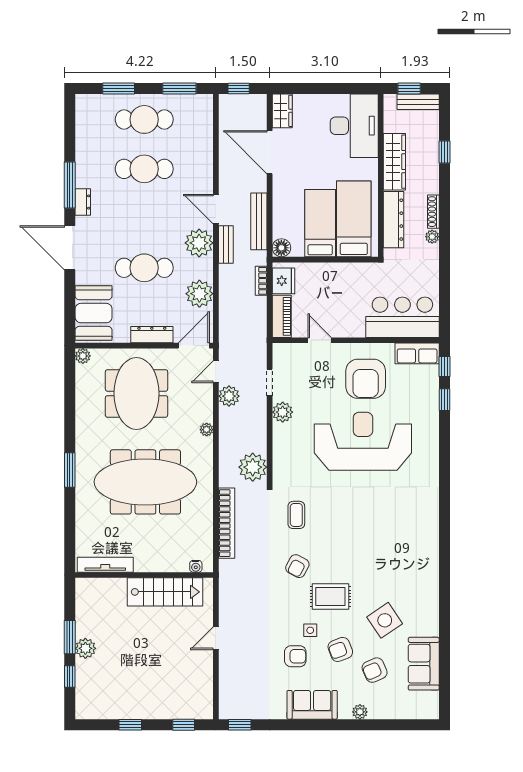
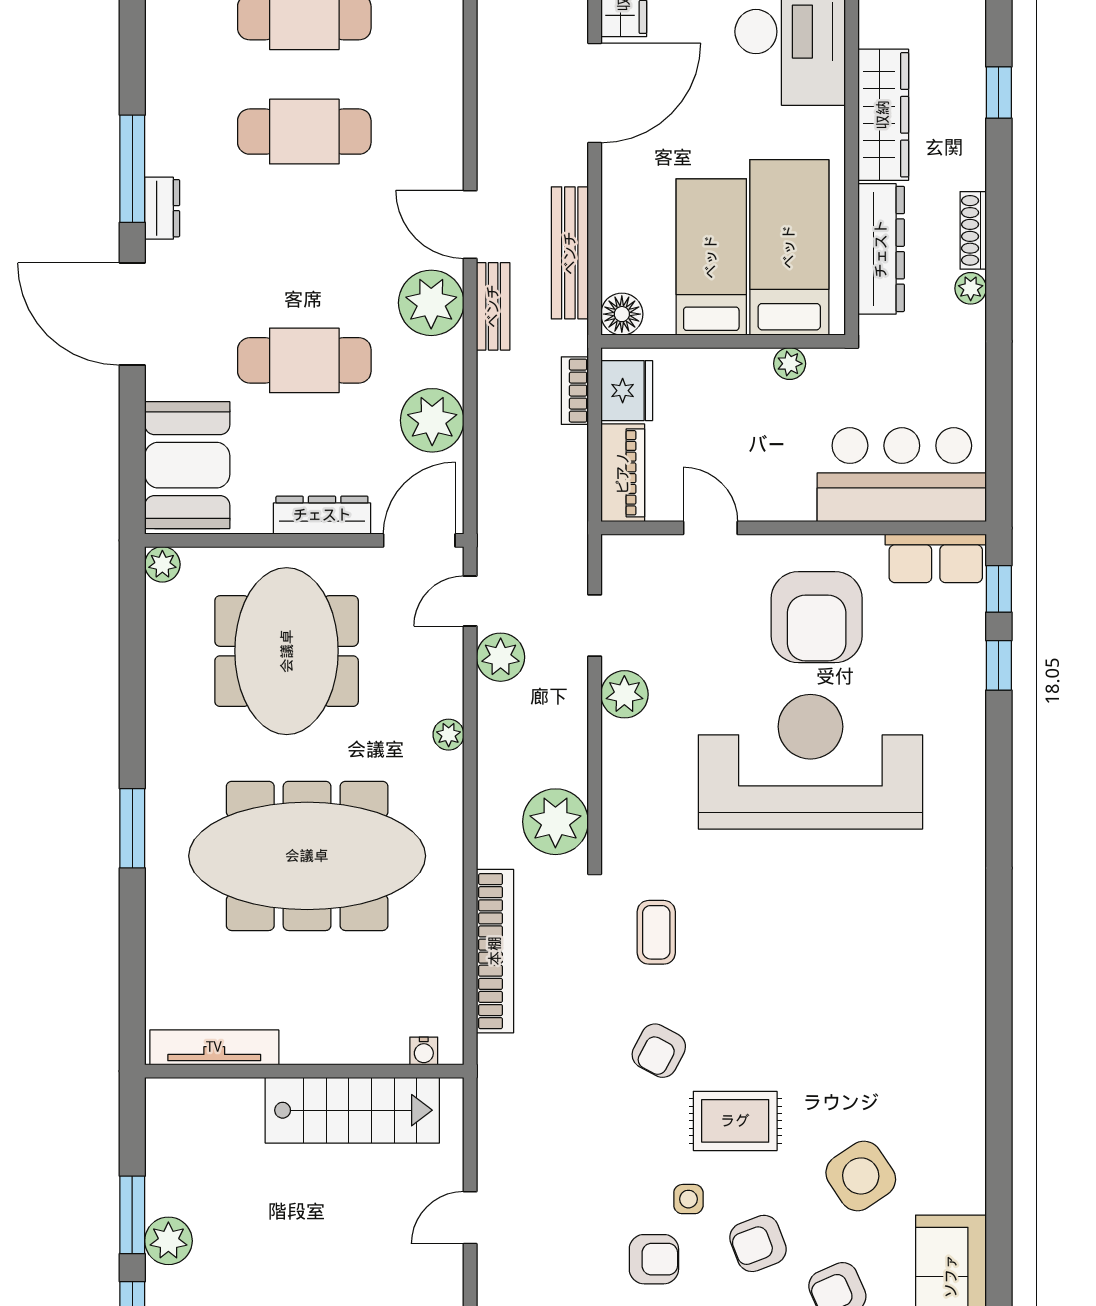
door: (270, 152) -> (595, 93), swing flipped
plant: (354, 269) -> (790, 364), added

